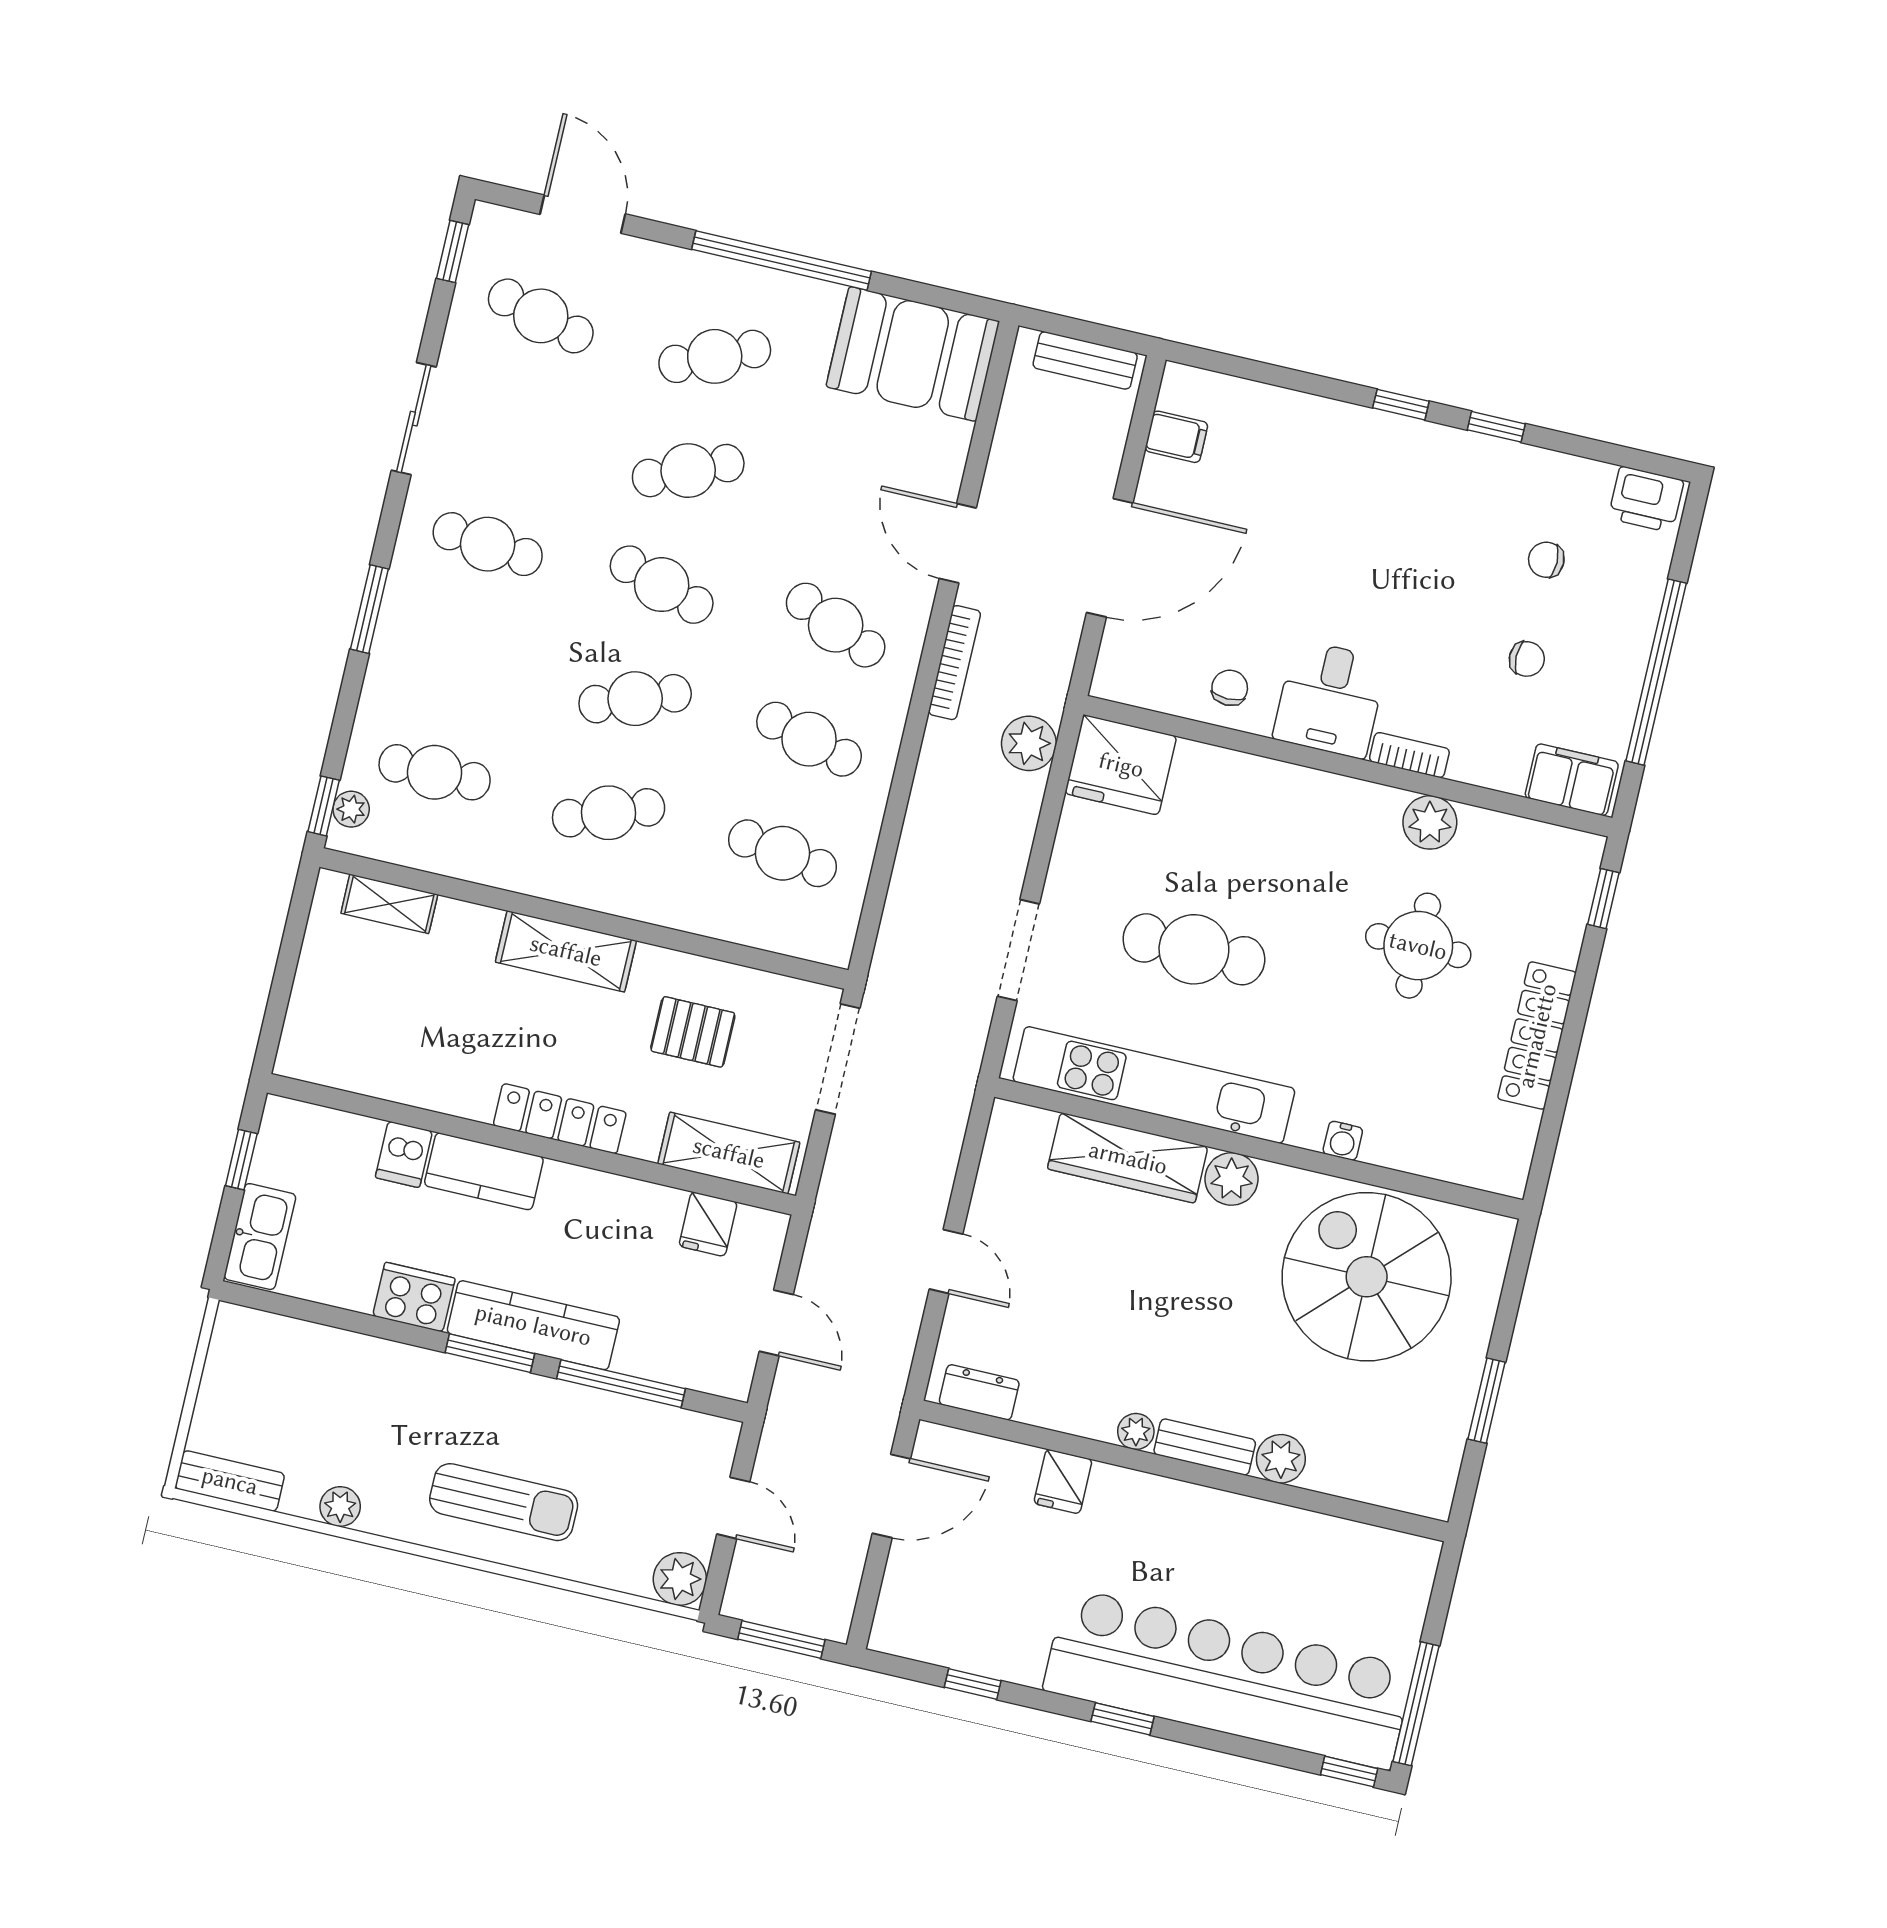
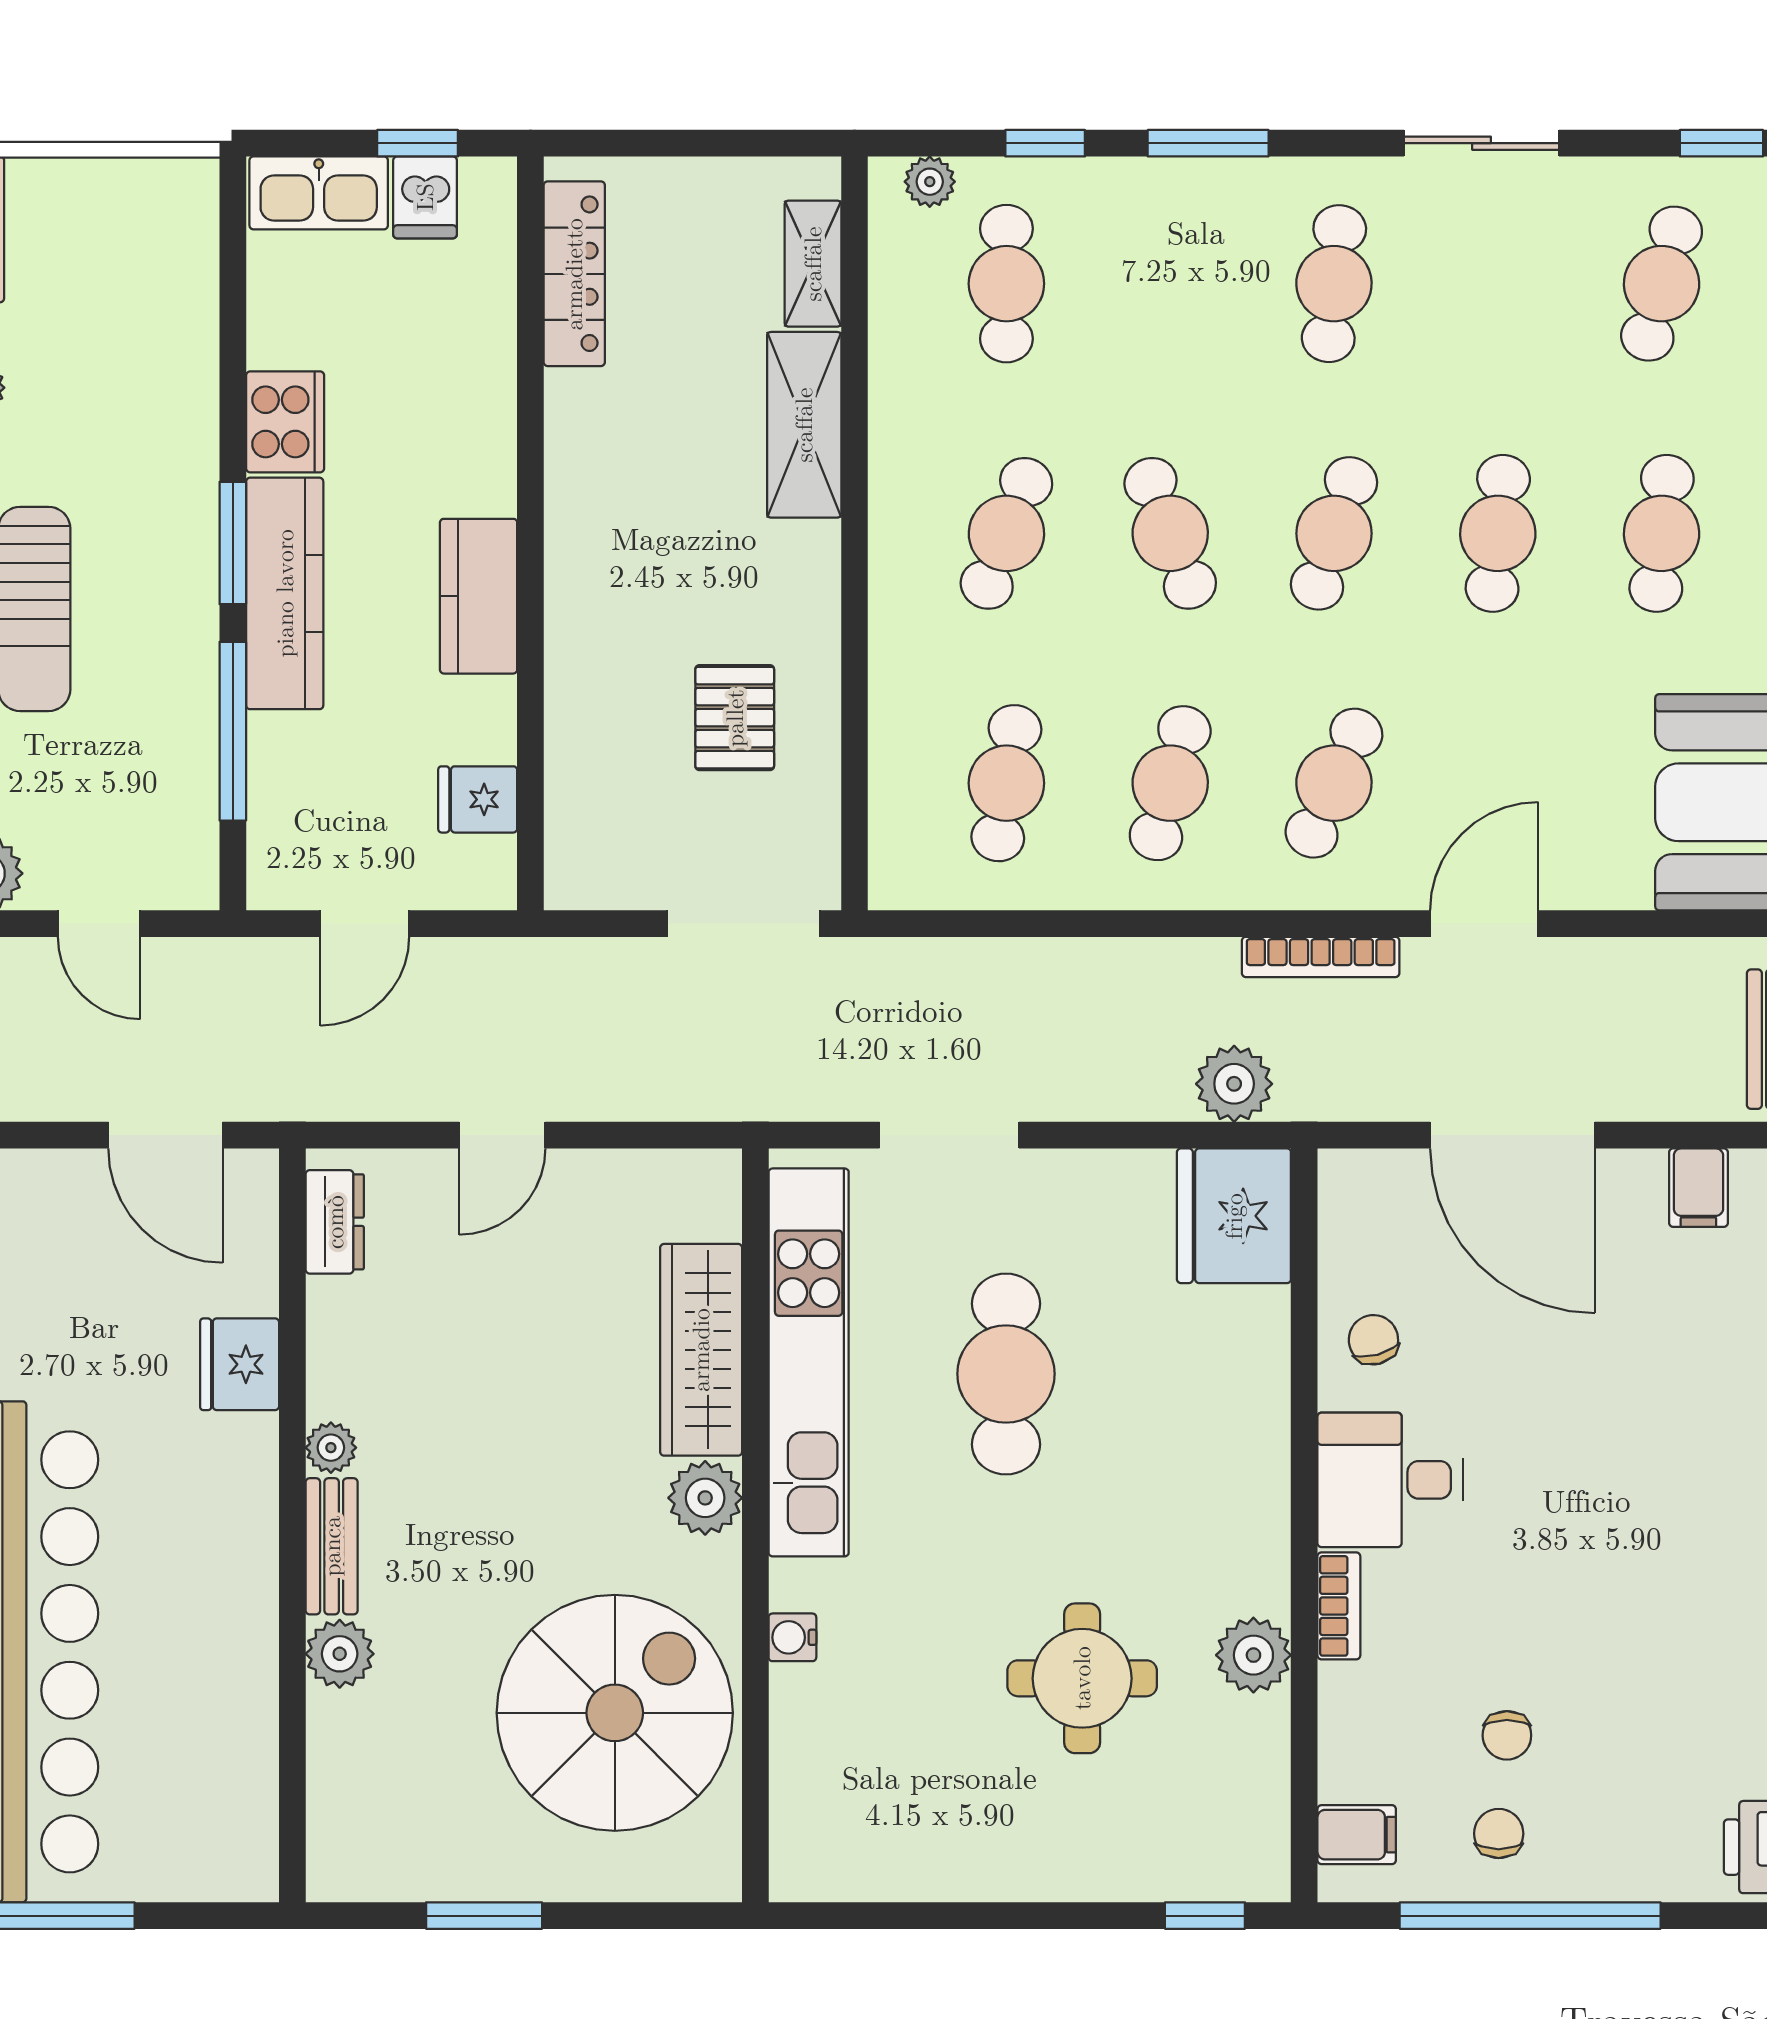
cafe table: (715, 356) -> (1662, 533), turned 30
cafe table: (688, 471) -> (1498, 533), turned 30
chair: (1546, 560) -> (1499, 1834), moved
chair: (1230, 688) -> (1373, 1340), turned -105
filing cabinet: (1572, 780) -> (1357, 1835), width x0.50
window: (324, 806) -> (1045, 143), moved
cafe table: (609, 813) -> (1006, 533), turned 42
shelving: (566, 951) -> (804, 425), moved
locker: (1537, 1036) -> (997, 1868), removed
locker: (560, 1119) -> (574, 274), moved
shelving: (729, 1153) -> (581, 805), removed
dishwasher: (404, 1154) -> (425, 197), moved, turned -90
kitchen counter: (484, 1171) -> (479, 596), moved
fridge: (1063, 1482) -> (240, 1364), width x1.38
door: (733, 1508) -> (99, 924), hinge flipped

